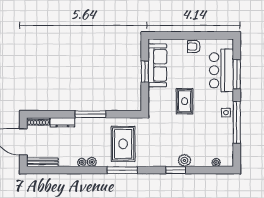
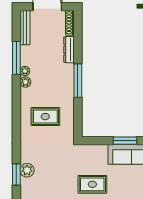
rug: (123, 144) -> (45, 117), width x0.73, depth x0.70
plant: (184, 160) -> (27, 170), moved
window: (122, 170) -> (16, 58), moved

